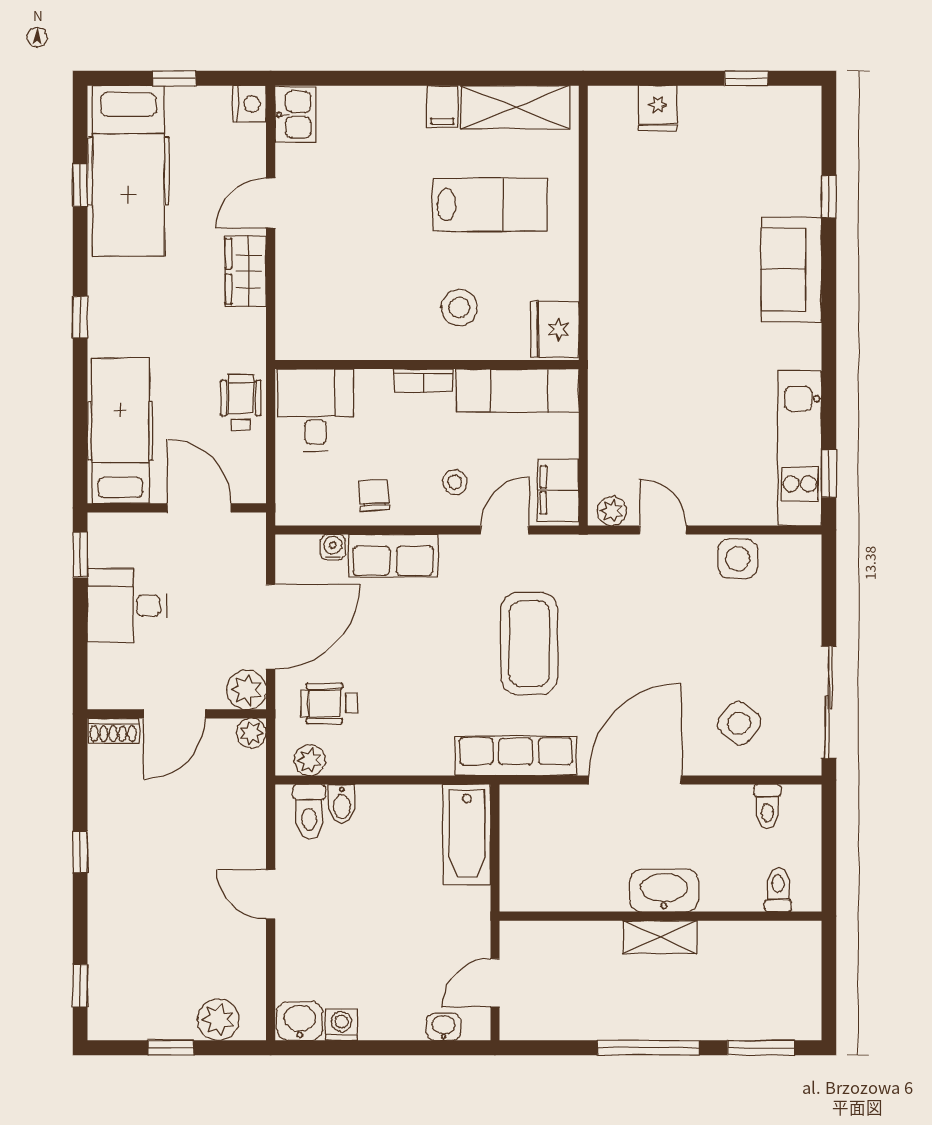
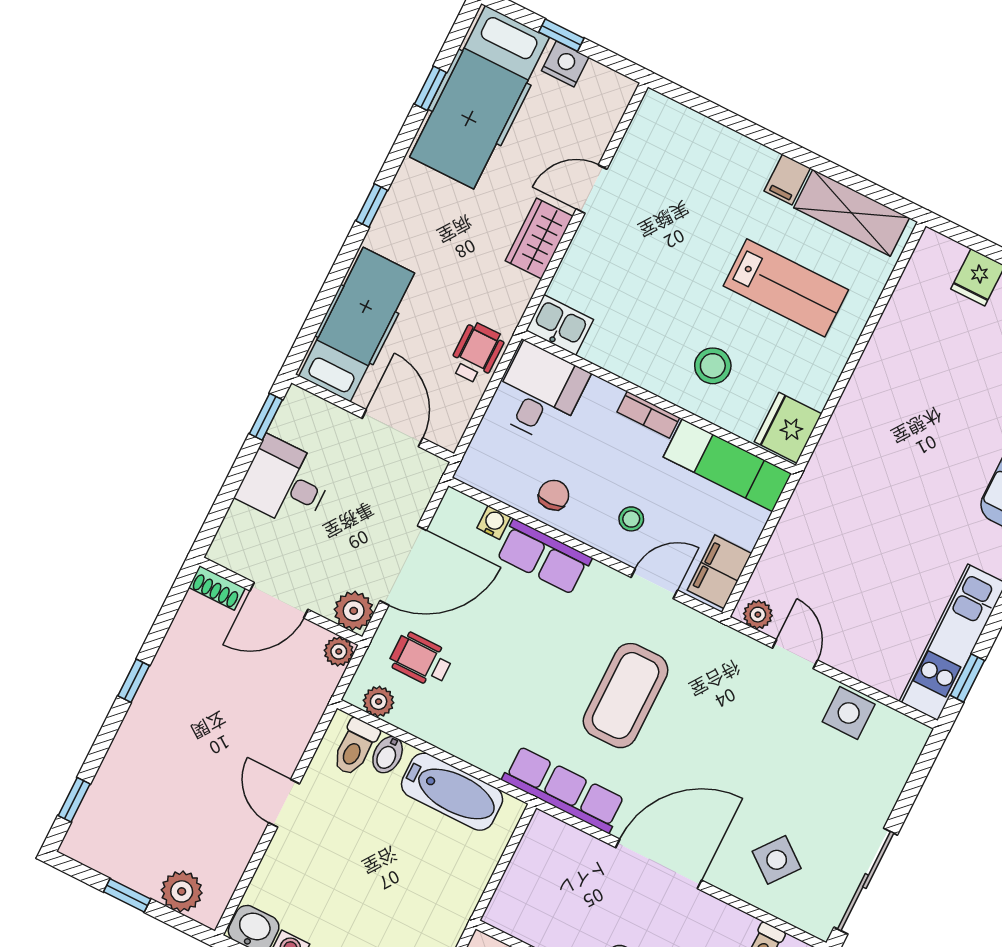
nightstand: (249, 104) -> (565, 64), moved, turned -90
kitchen sink: (295, 115) -> (560, 325), moved, turned -90
bathtub: (467, 835) -> (452, 792), moved, turned -90

